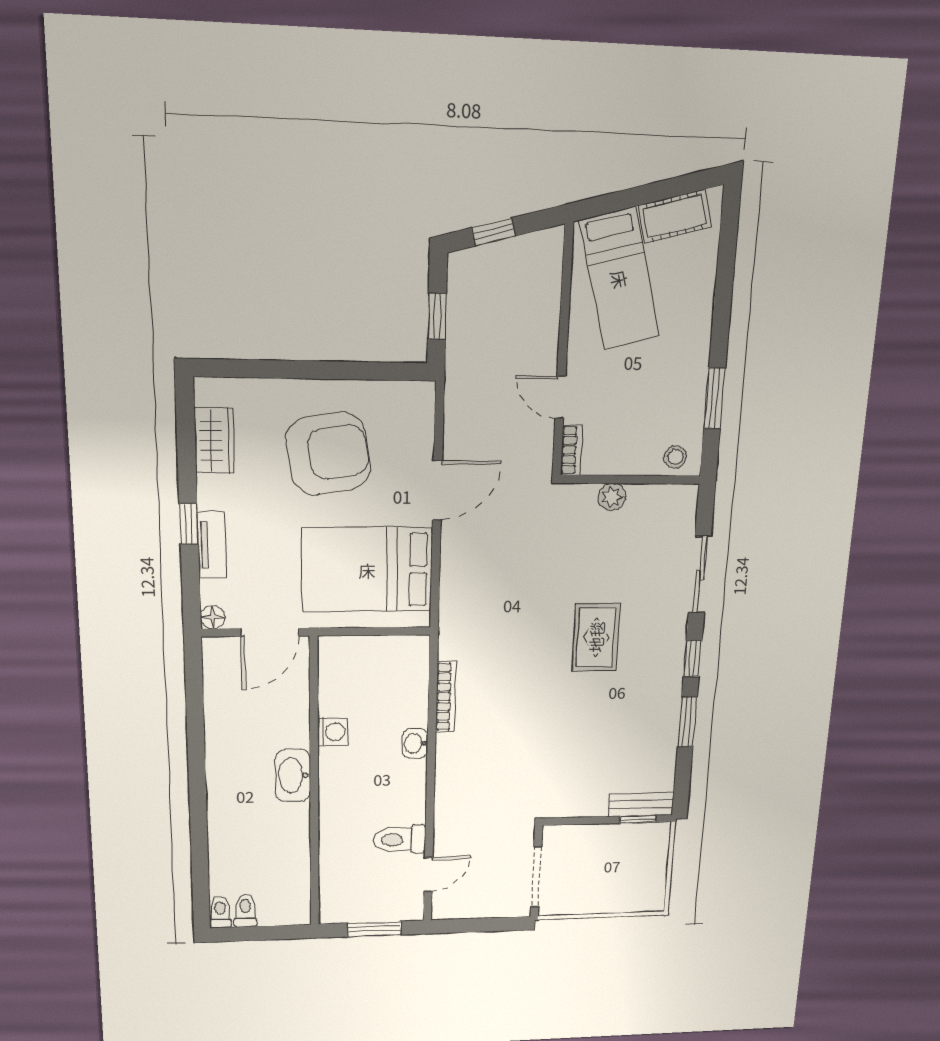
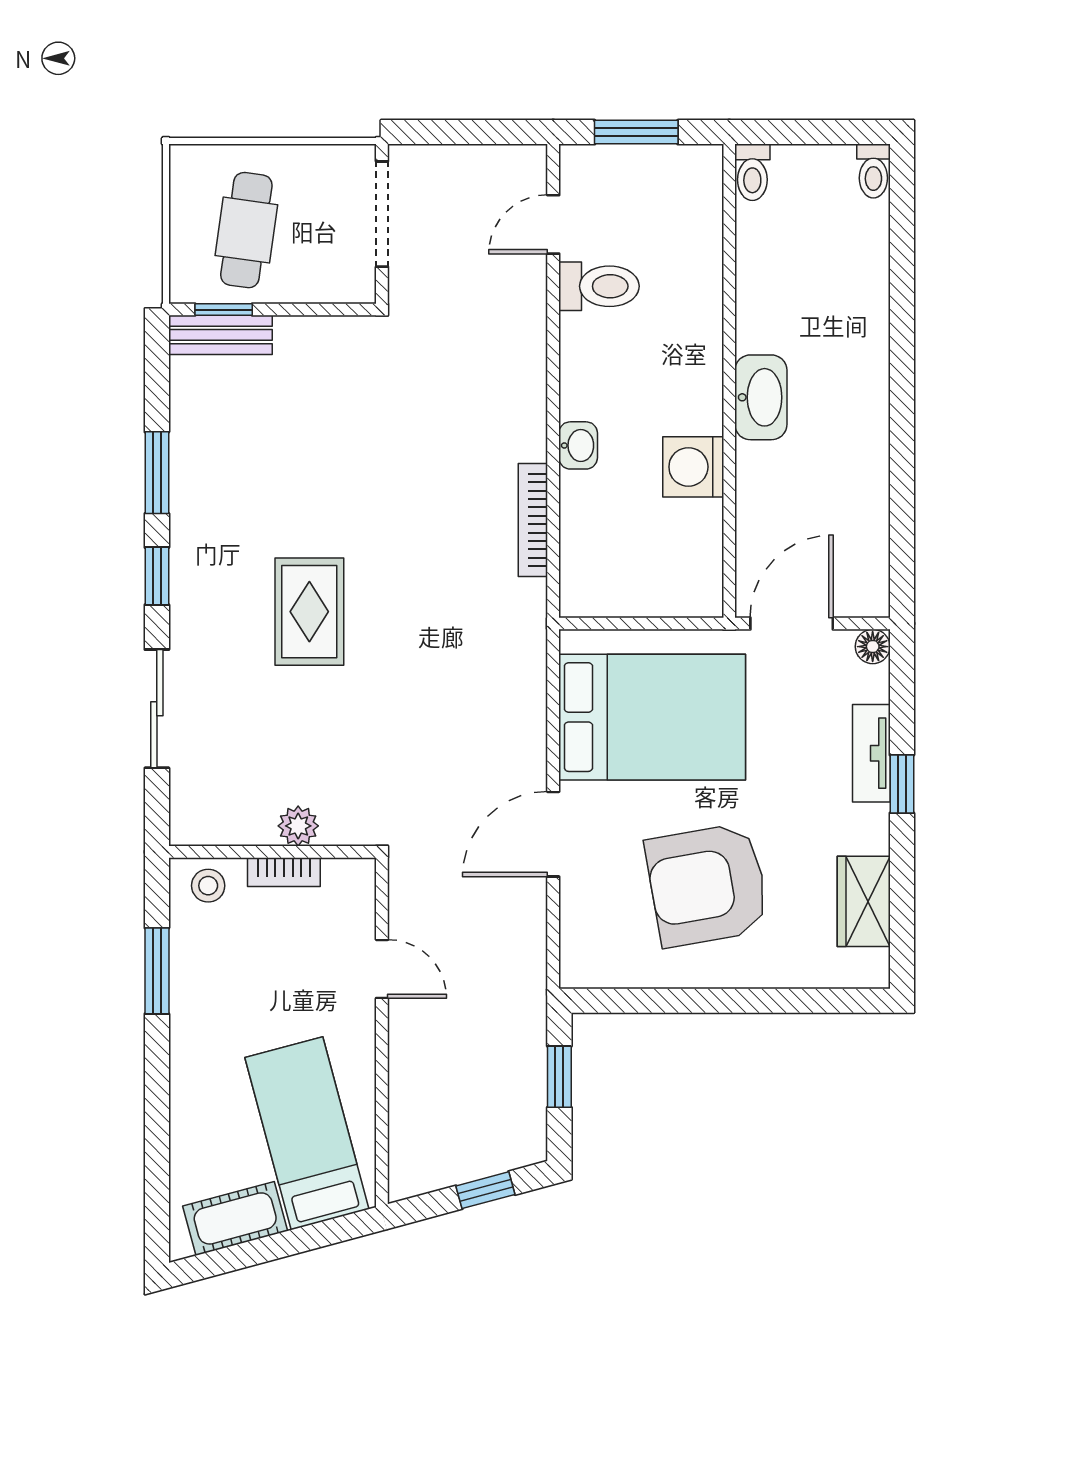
bookcase: (572, 450) -> (284, 872), moved, turned -90
washing machine: (333, 732) -> (693, 467), width x1.38, depth x1.38
cafe table: (621, 865) -> (246, 230), added
toilet: (245, 911) -> (752, 172), moved

